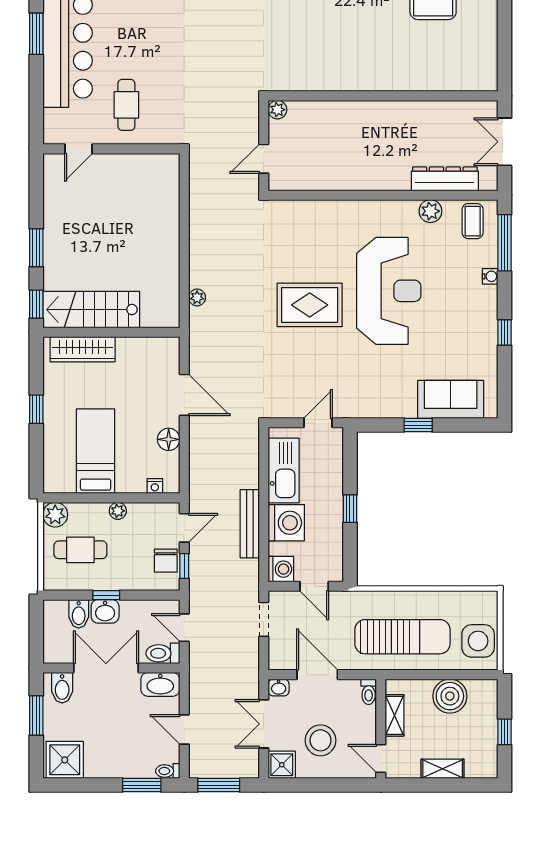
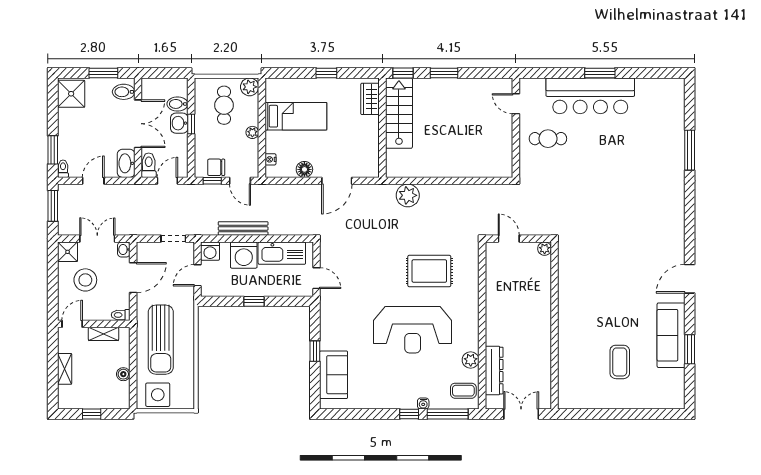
plant: (197, 297) -> (408, 195), width x1.87, depth x1.87
rug: (310, 305) -> (429, 271), moved, turned 90
window: (505, 332) -> (409, 414), moved
wardrobe: (83, 349) -> (370, 99), width x0.67
boiler: (450, 696) -> (123, 374), width x0.54, depth x0.54

